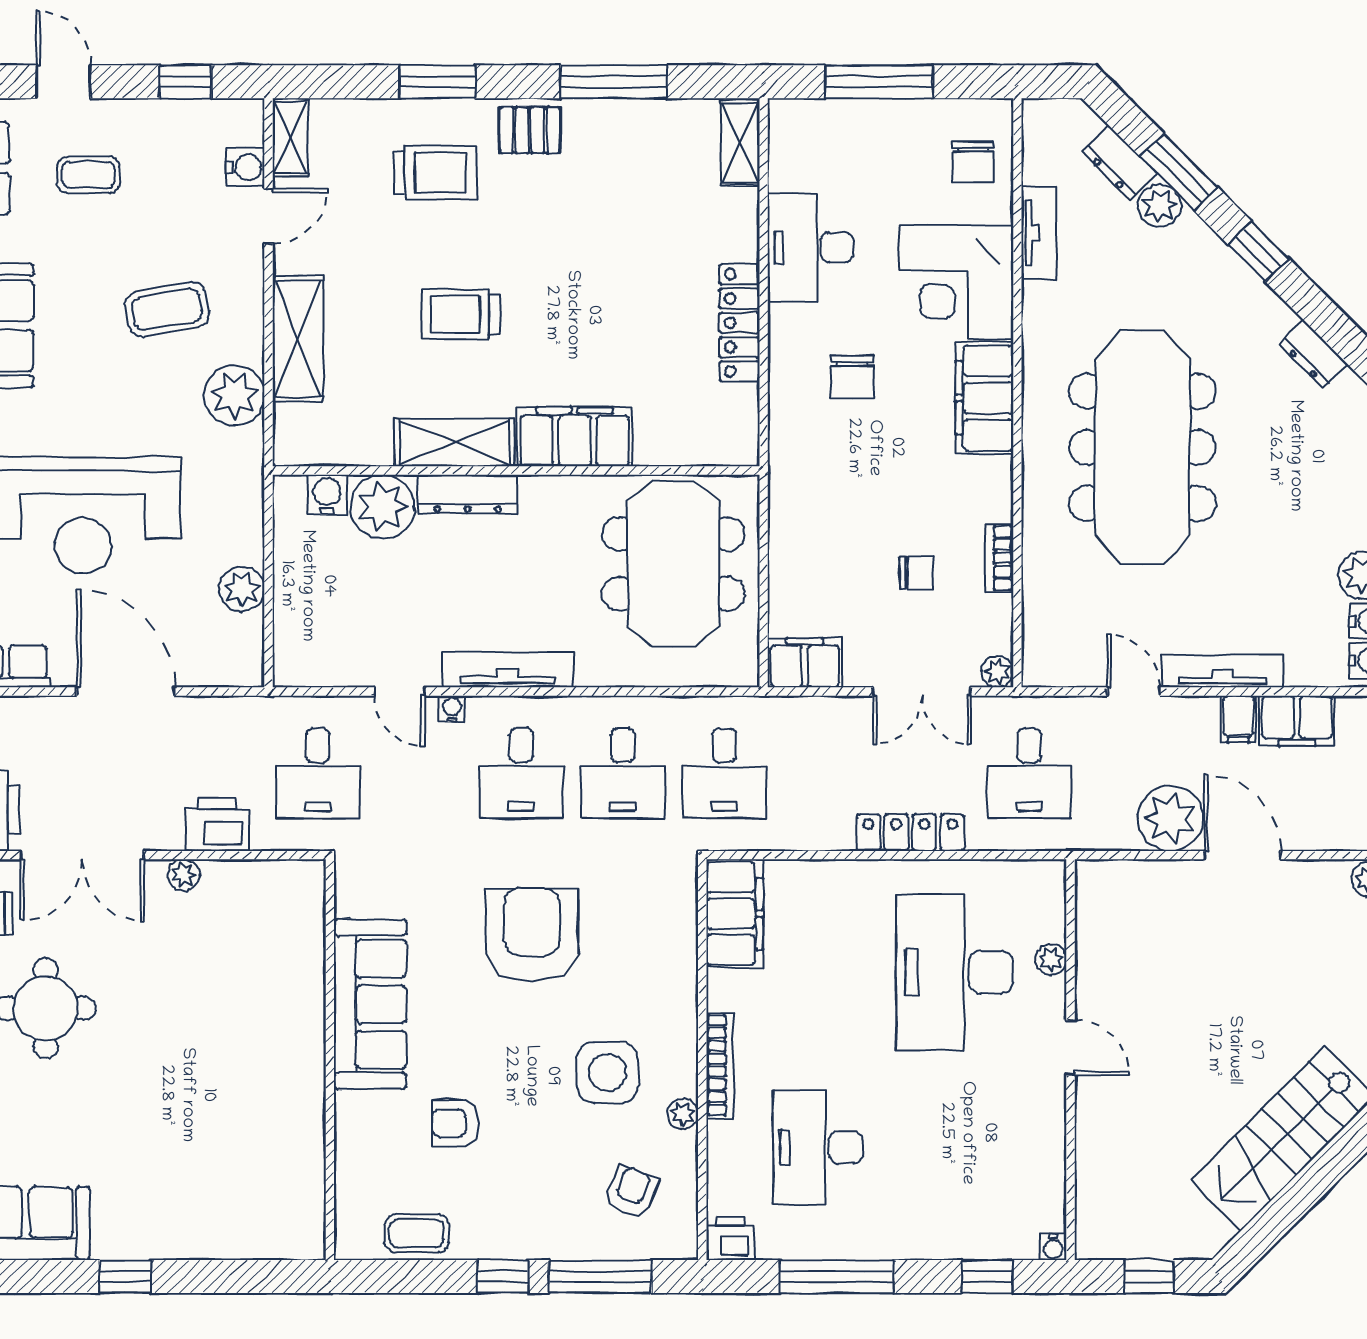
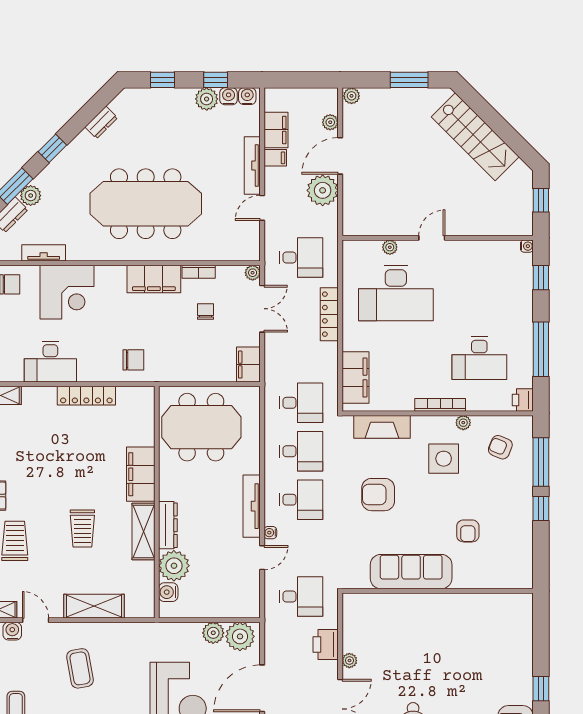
chair: (852, 377) -> (133, 360), moved
plant: (234, 396) -> (240, 636), moved
filing cabinet: (984, 398) -> (154, 279), moved
plant: (1313, 834) -> (330, 122), added
filing cabinet: (735, 914) -> (355, 377), moved, turned 90
armchair: (532, 935) -> (378, 495), width x0.73, depth x0.73
fireplace: (674, 943) -> (382, 427), added
coffee table: (417, 1233) -> (520, 549), removed

